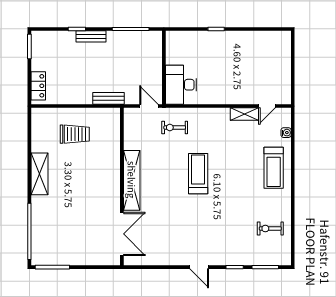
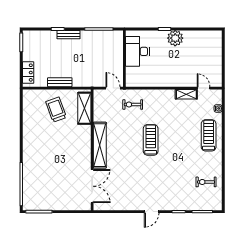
plant: (230, 41) -> (175, 38), added
desk: (181, 85) -> (138, 51), moved
bench: (108, 98) -> (60, 82), moved
door: (267, 106) -> (204, 88), swing flipped
trolley: (75, 134) -> (56, 110), turned -110
treadmill: (274, 168) -> (209, 135), turned 180
shelving: (39, 174) -> (84, 108), moved
door: (199, 267) -> (152, 212), hinge flipped

